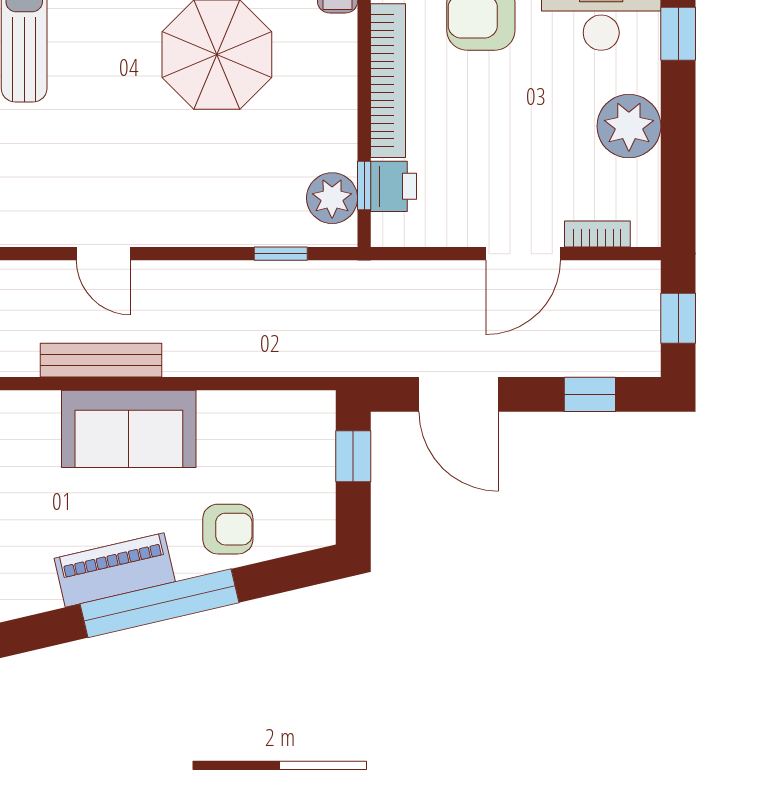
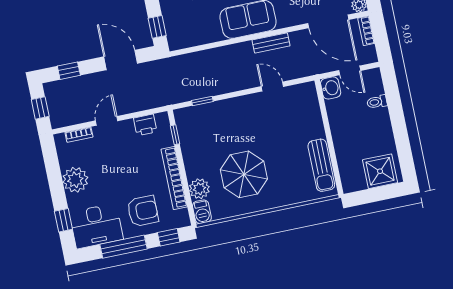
printer: (393, 186) -> (145, 125), moved, turned -90
plant: (332, 198) -> (199, 189), moved
door: (523, 254) -> (107, 121), width x0.73
bench: (101, 360) -> (271, 43), width x0.73

